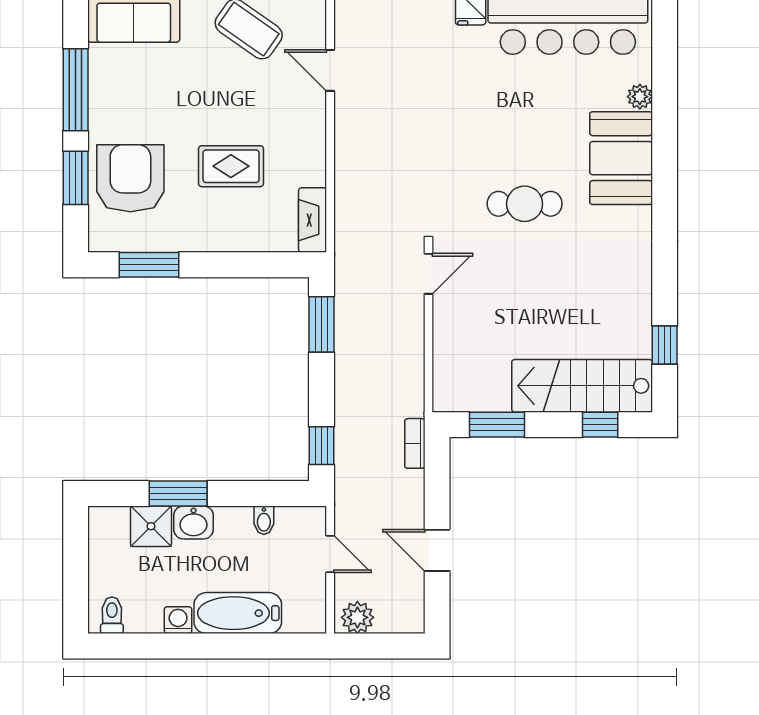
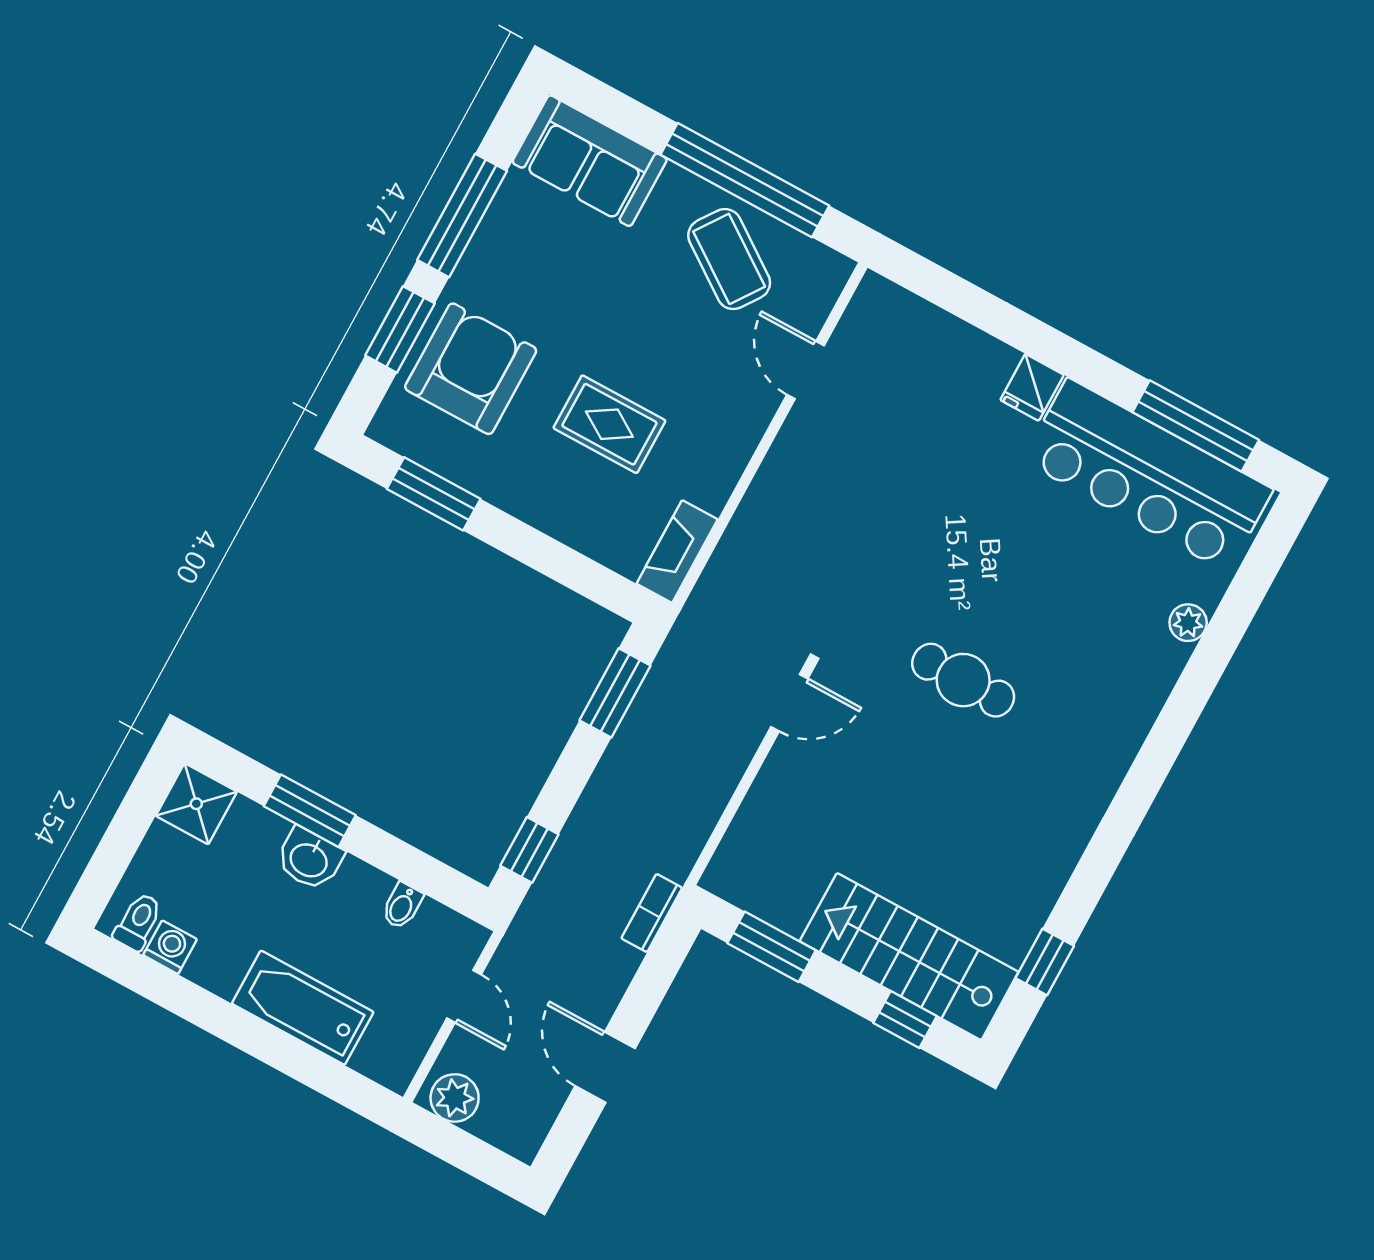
booth: (621, 158) -> (1120, 689), removed
shower: (151, 526) -> (196, 804), moved
washing machine: (178, 620) -> (170, 947), moved

